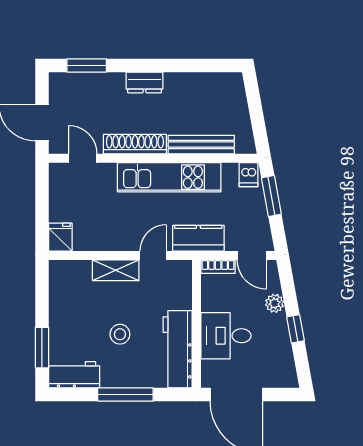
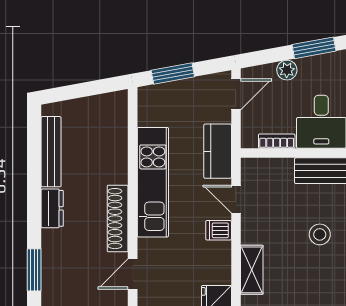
bench: (201, 145) -> (51, 152), moved
dishwasher: (248, 175) -> (219, 230), moved, turned 180
bookcase: (218, 267) -> (277, 141), moved, turned -90
shelving: (116, 270) -> (252, 270), moved
window: (295, 329) -> (314, 48), width x1.50

